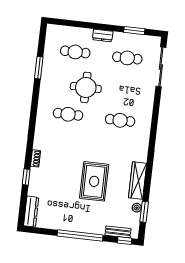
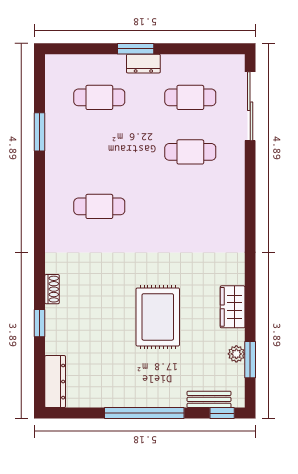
window: (134, 31) -> (136, 49), moved
round table: (86, 87) -> (125, 157), removed
cafe table: (120, 120) -> (190, 152), moved
wardrobe: (138, 181) -> (233, 307), width x0.67

